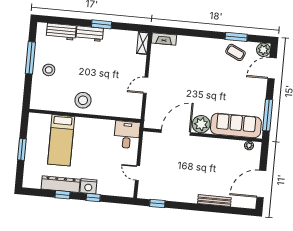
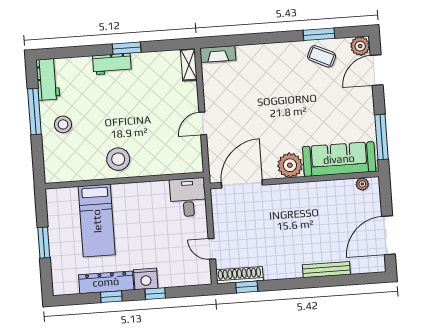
workbench: (61, 32) -> (48, 79), moved, turned -90
door: (176, 132) -> (242, 184), moved
shoe rack: (154, 195) -> (240, 275), added

